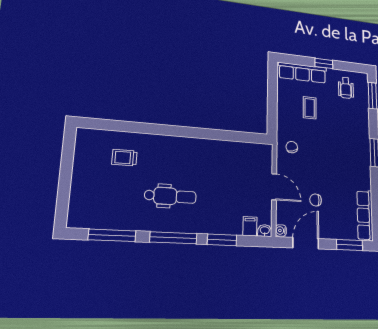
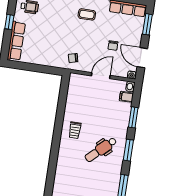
coffee table: (310, 108) -> (87, 14), moved
trolley: (124, 158) -> (75, 130), moved
dental chair: (170, 196) -> (101, 150), turned -133
window: (173, 238) -> (128, 150), width x0.69

